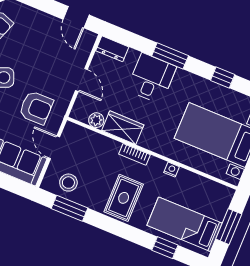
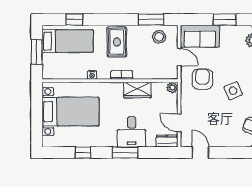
door: (81, 80) -> (179, 123), moved
armchair: (36, 108) -> (202, 79), turned 90
plant: (96, 120) -> (172, 88), moved

